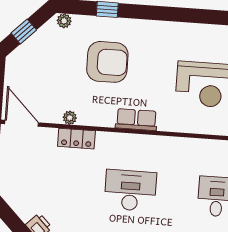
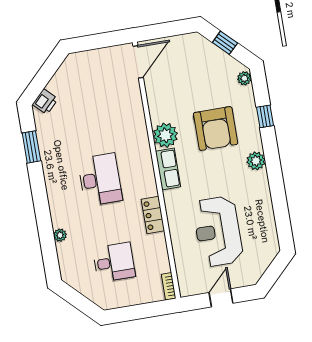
plant: (150, 29) -> (256, 161), added
plant: (70, 118) -> (165, 135), moved, width x1.88, depth x1.88
locker: (76, 139) -> (153, 215), moved

